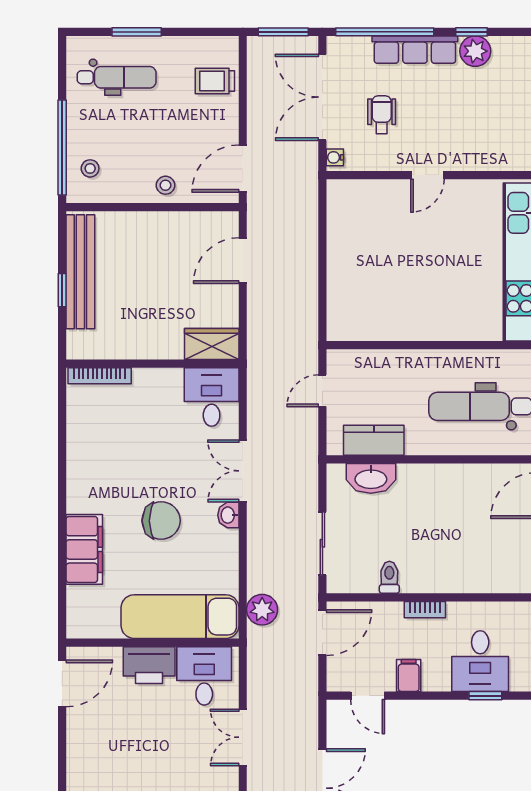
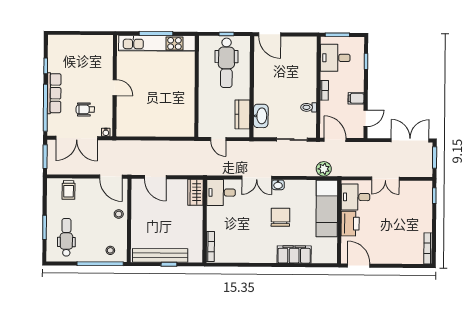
plant: (475, 51) -> (55, 64), removed
desk: (480, 661) -> (335, 58), moved, turned 180

